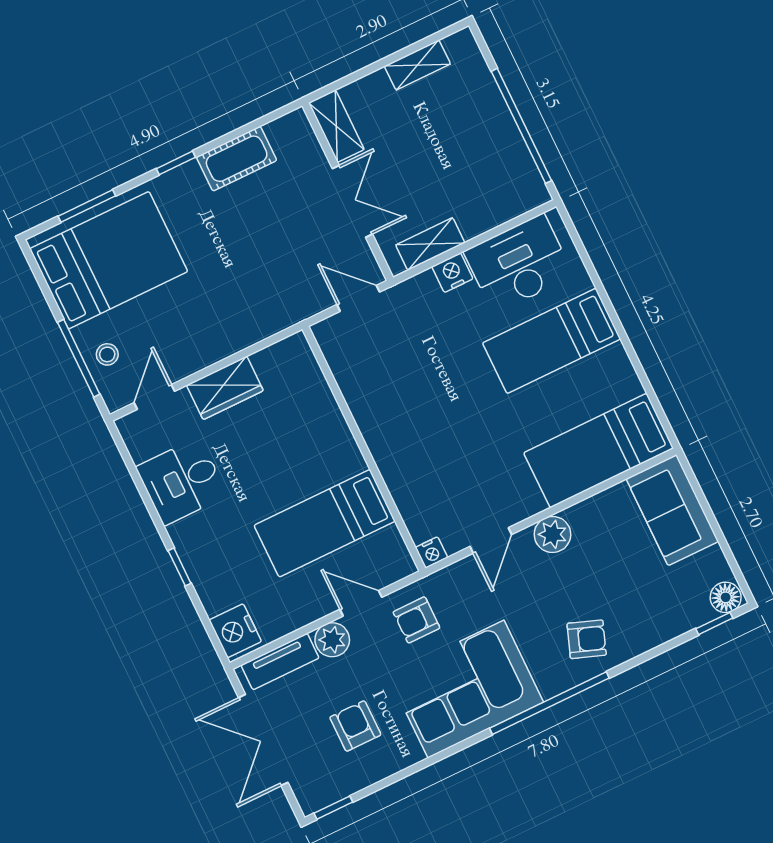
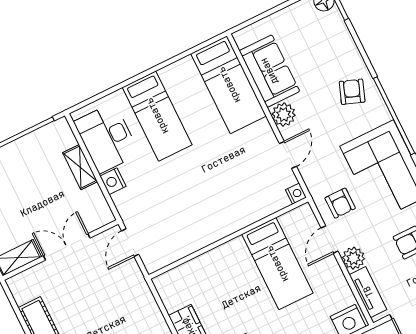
shelving: (430, 244) -> (80, 167), moved
sofa: (672, 510) -> (269, 71), moved, turned -90
door: (491, 540) -> (288, 155), hinge flipped

